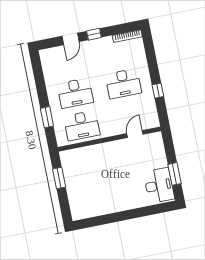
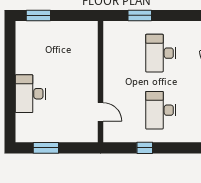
desk: (82, 126) -> (122, 53), removed
window: (59, 178) -> (38, 15), moved
desk: (159, 185) -> (30, 94), moved, turned 90

